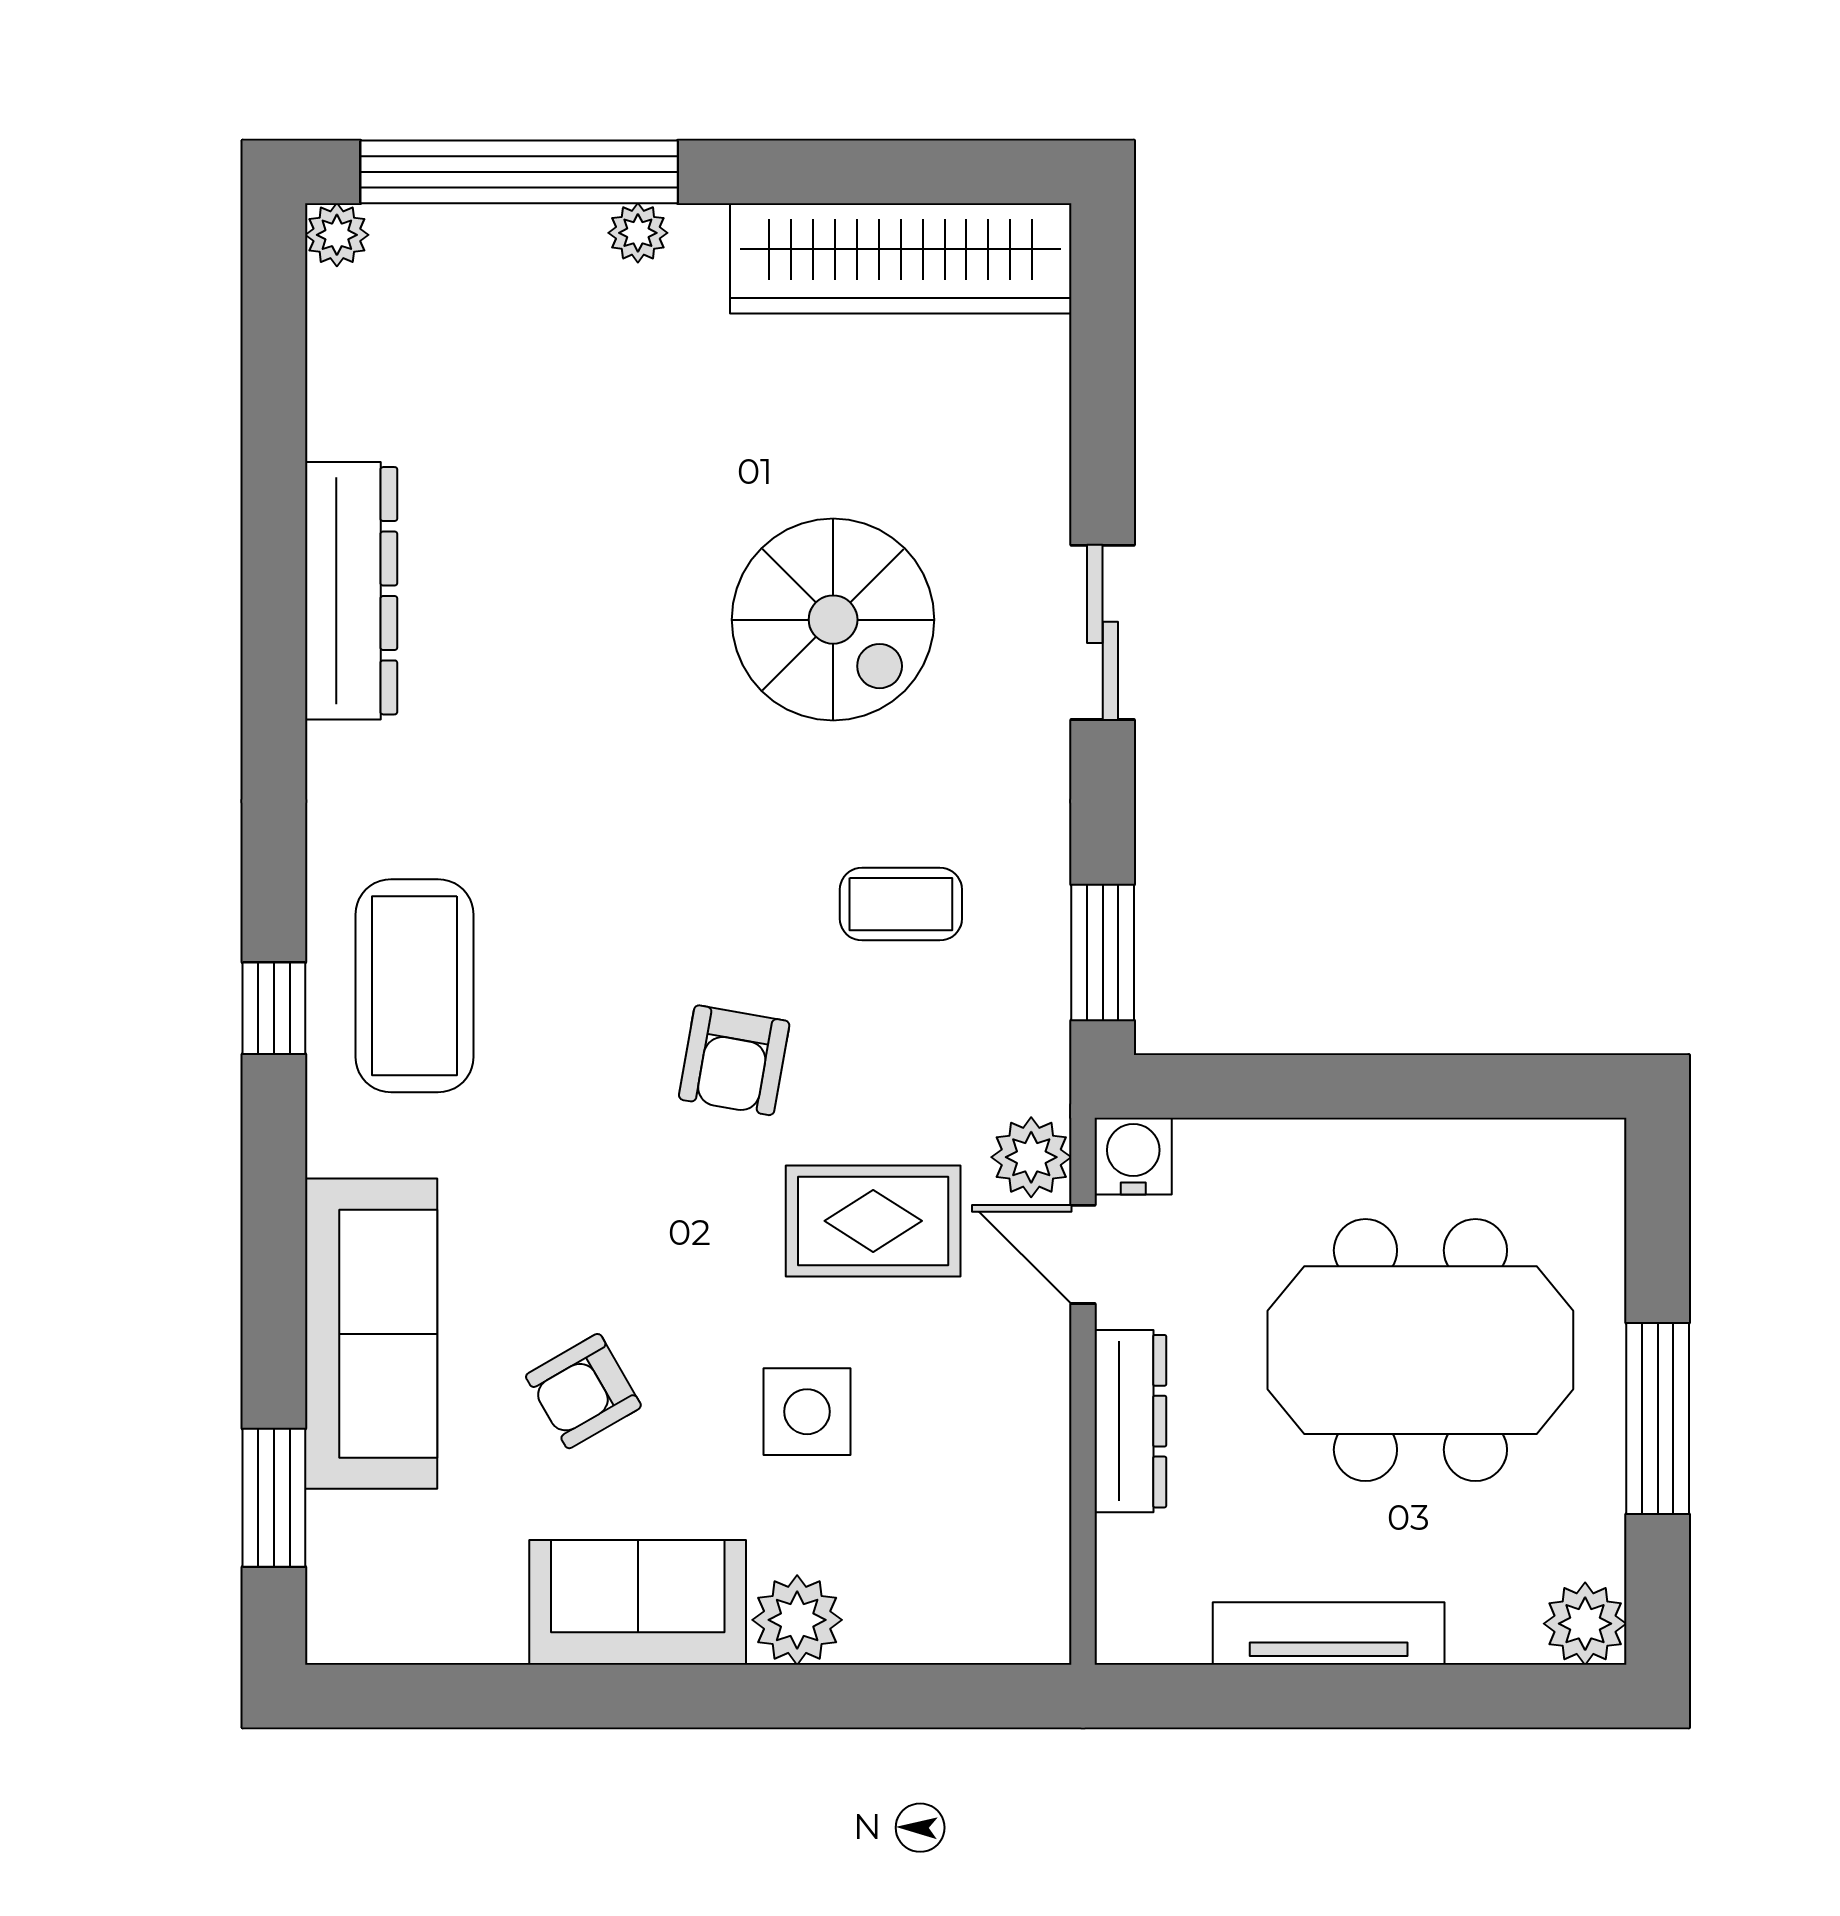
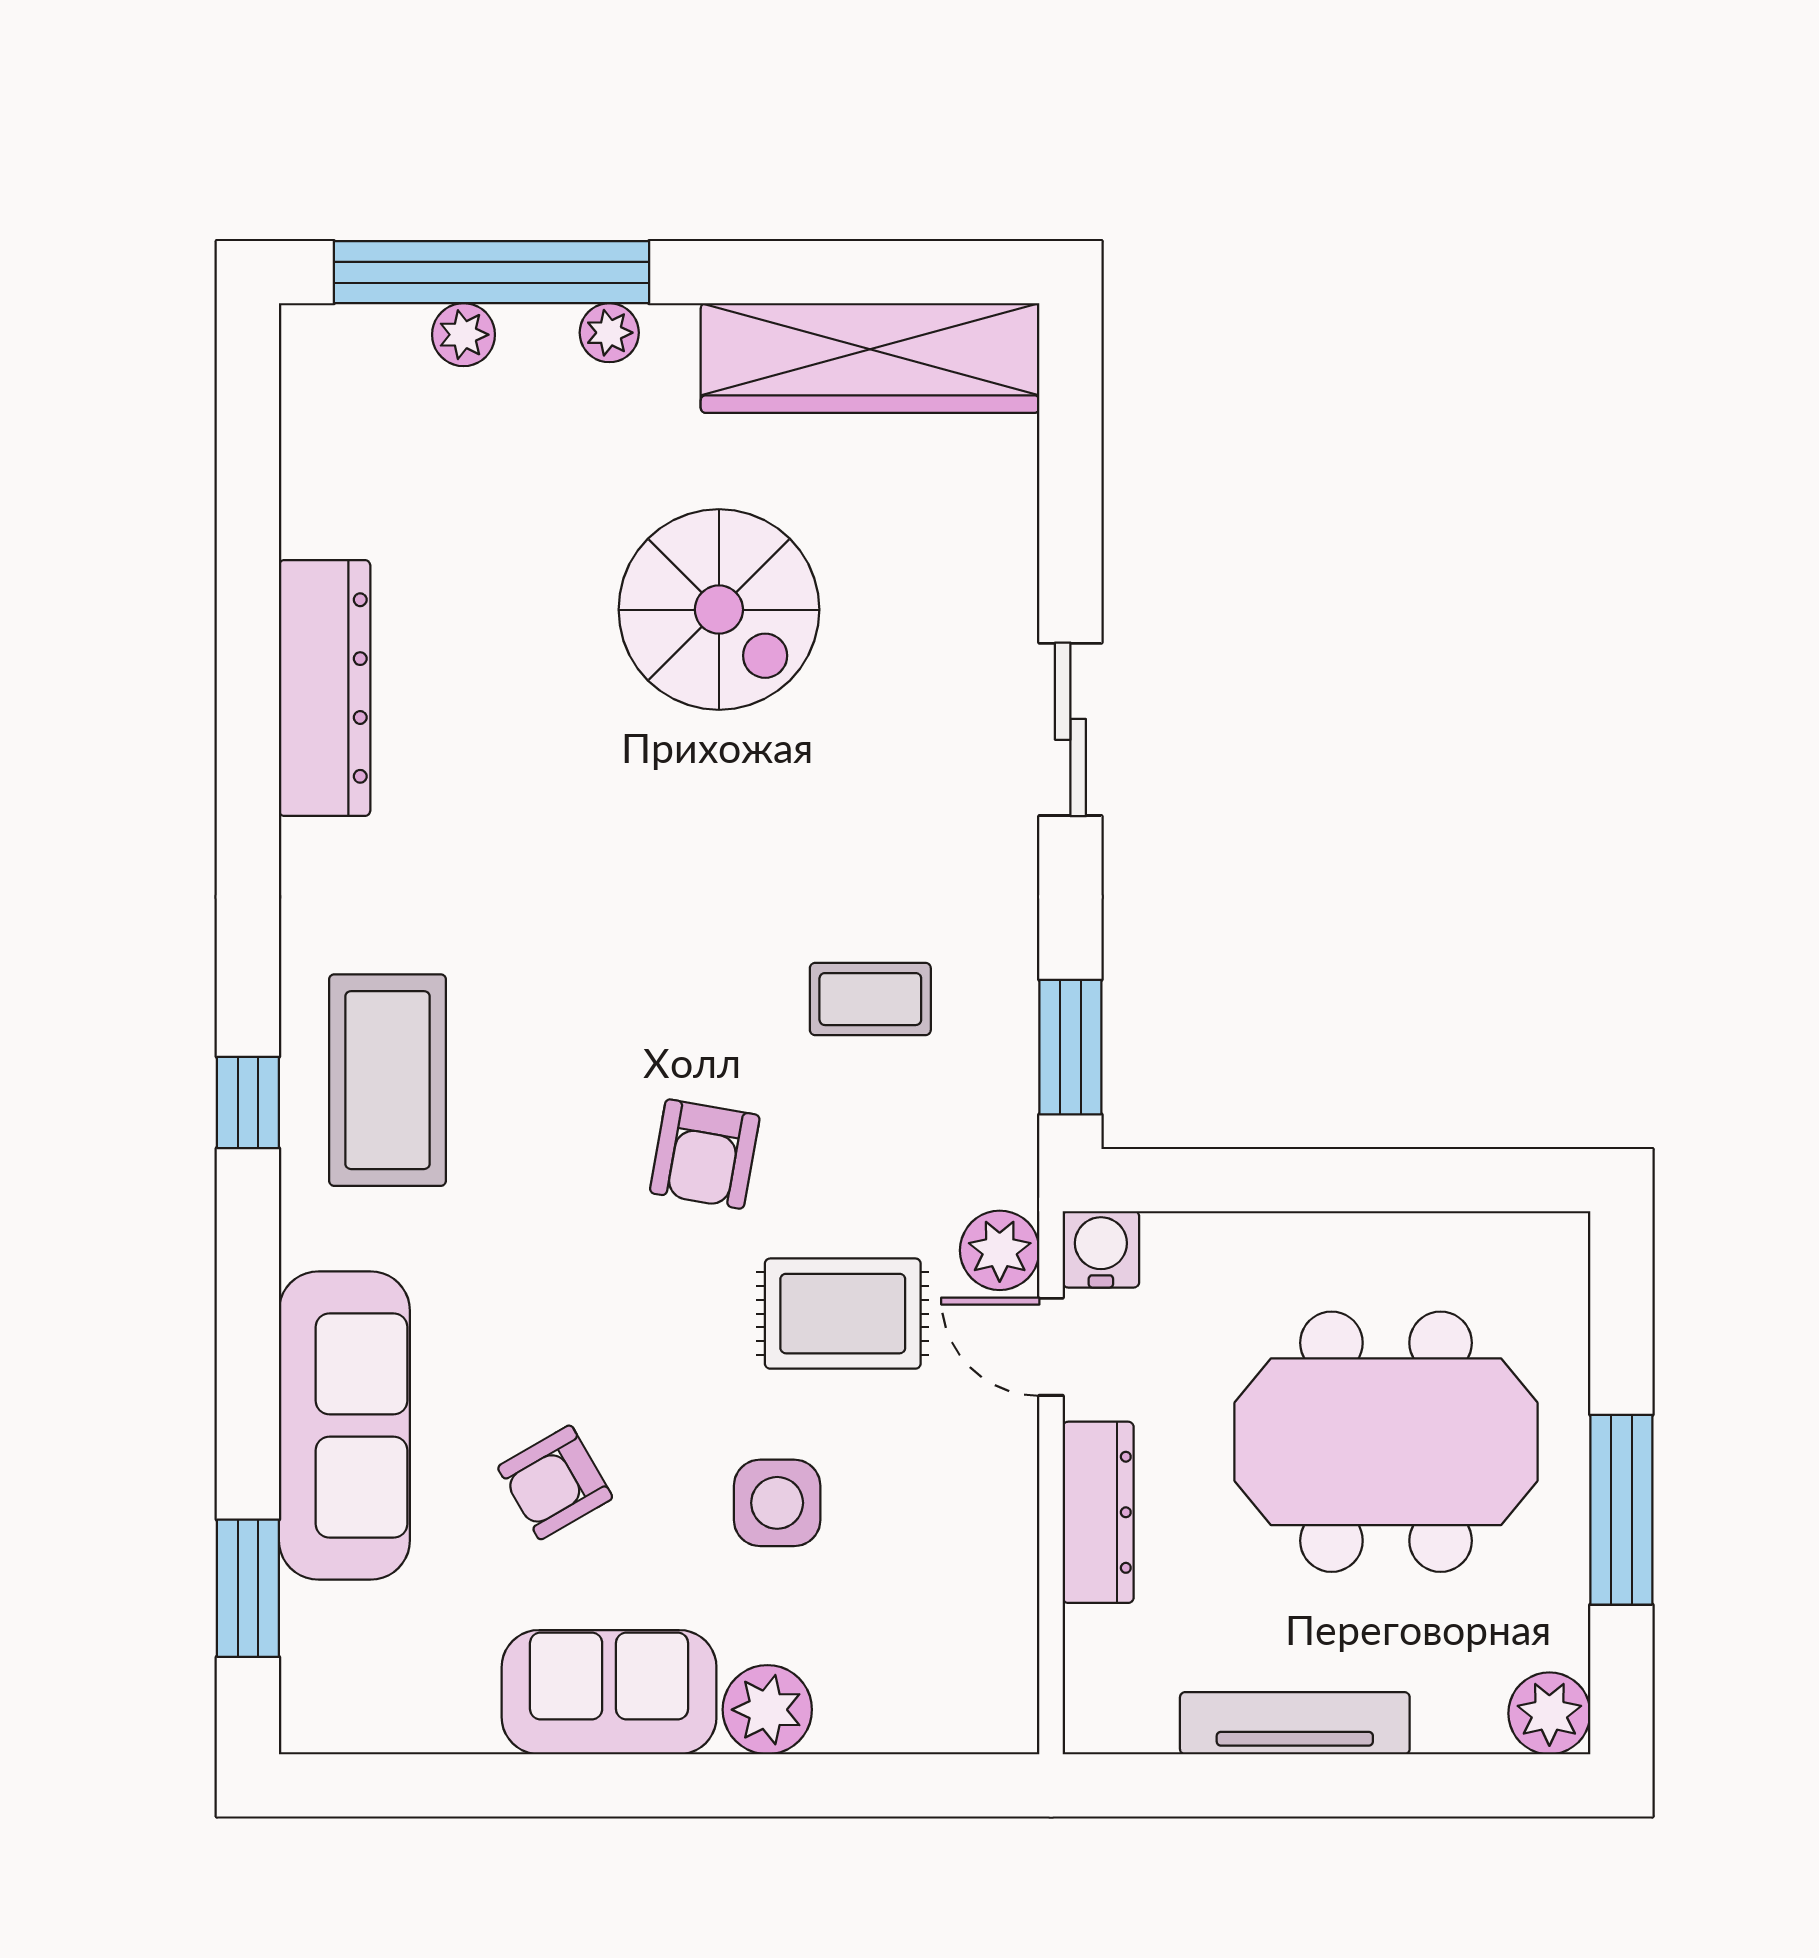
plant: (337, 235) -> (464, 335), moved
spiral stairs: (833, 620) -> (719, 610), moved

